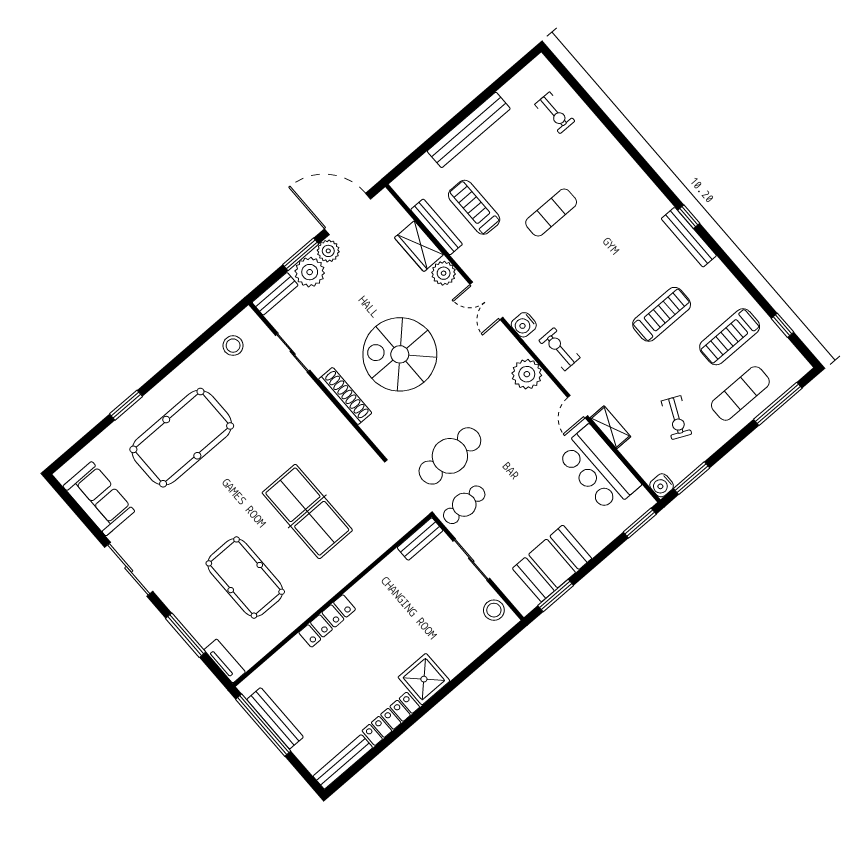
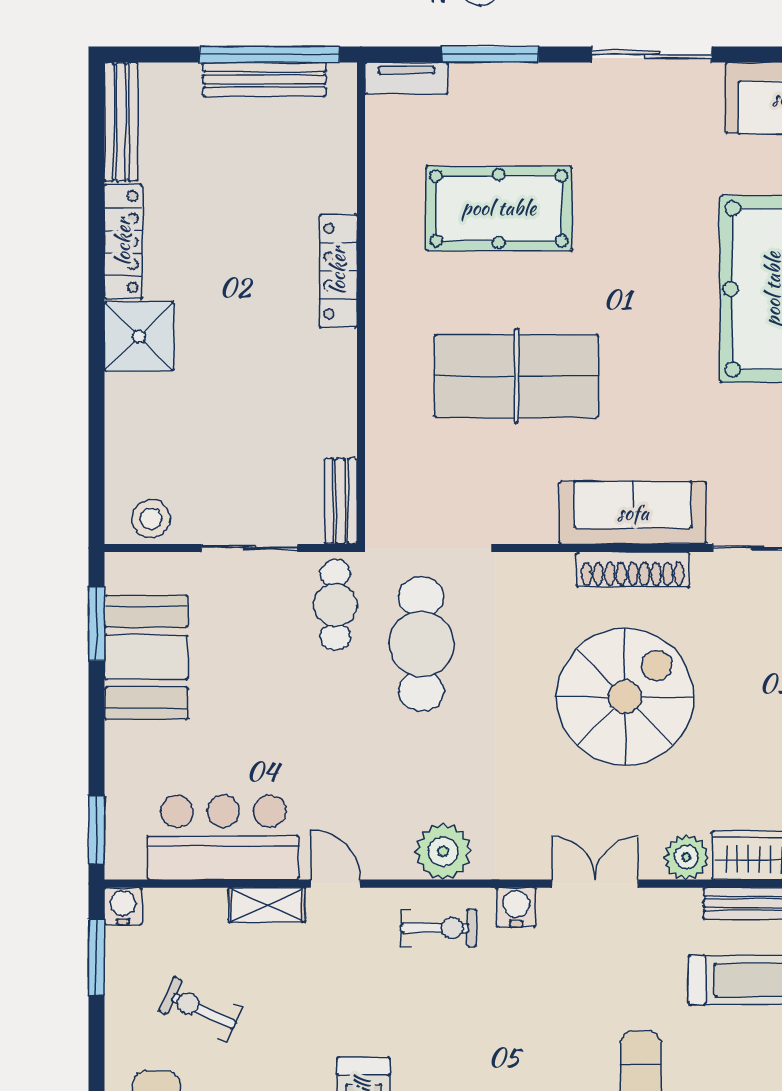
sofa: (322, 416) -> (633, 513), added

